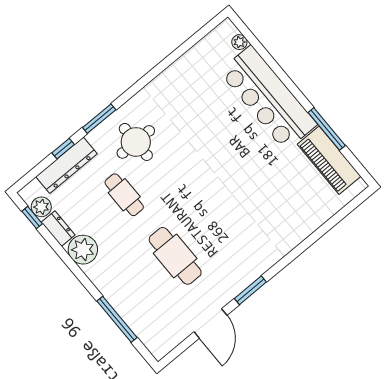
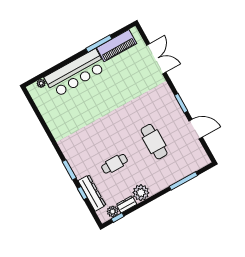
round table: (136, 142) -> (86, 152), removed
double door: (319, 233) -> (156, 59), added
cafe table: (175, 256) -> (154, 142), turned 90

